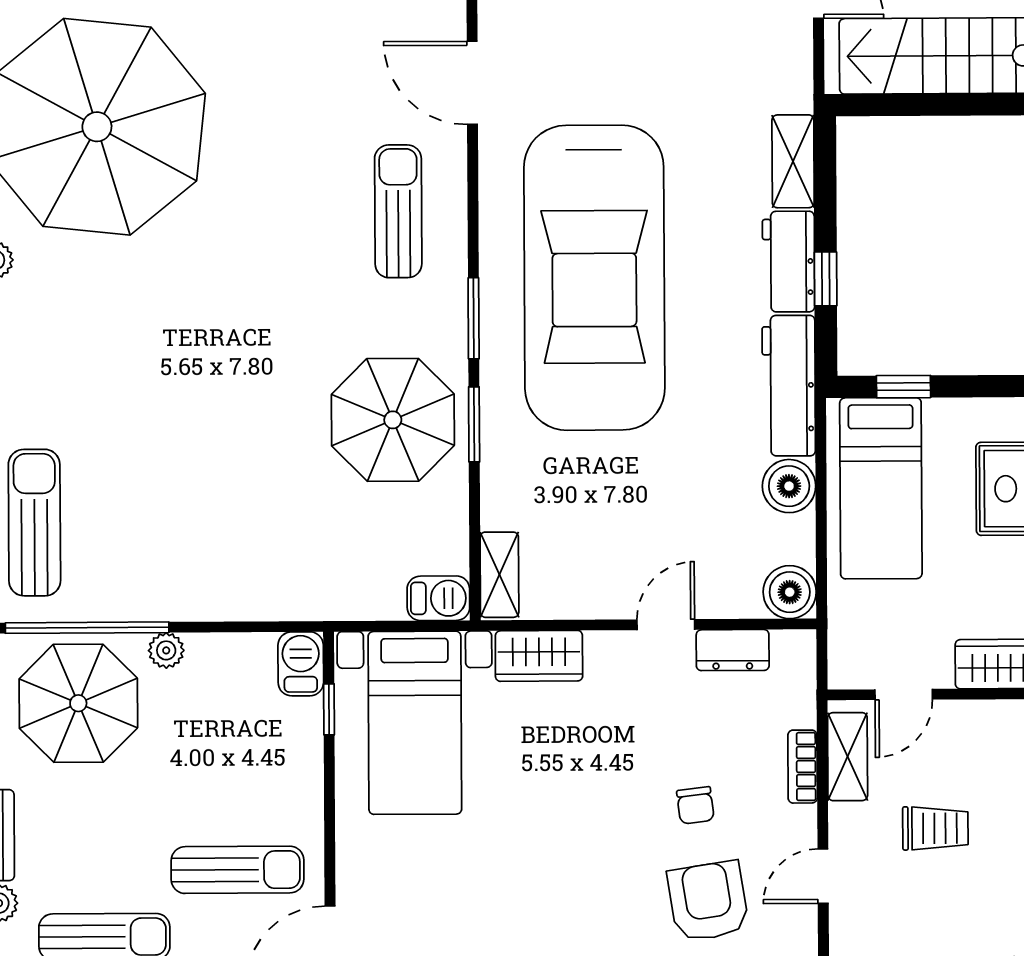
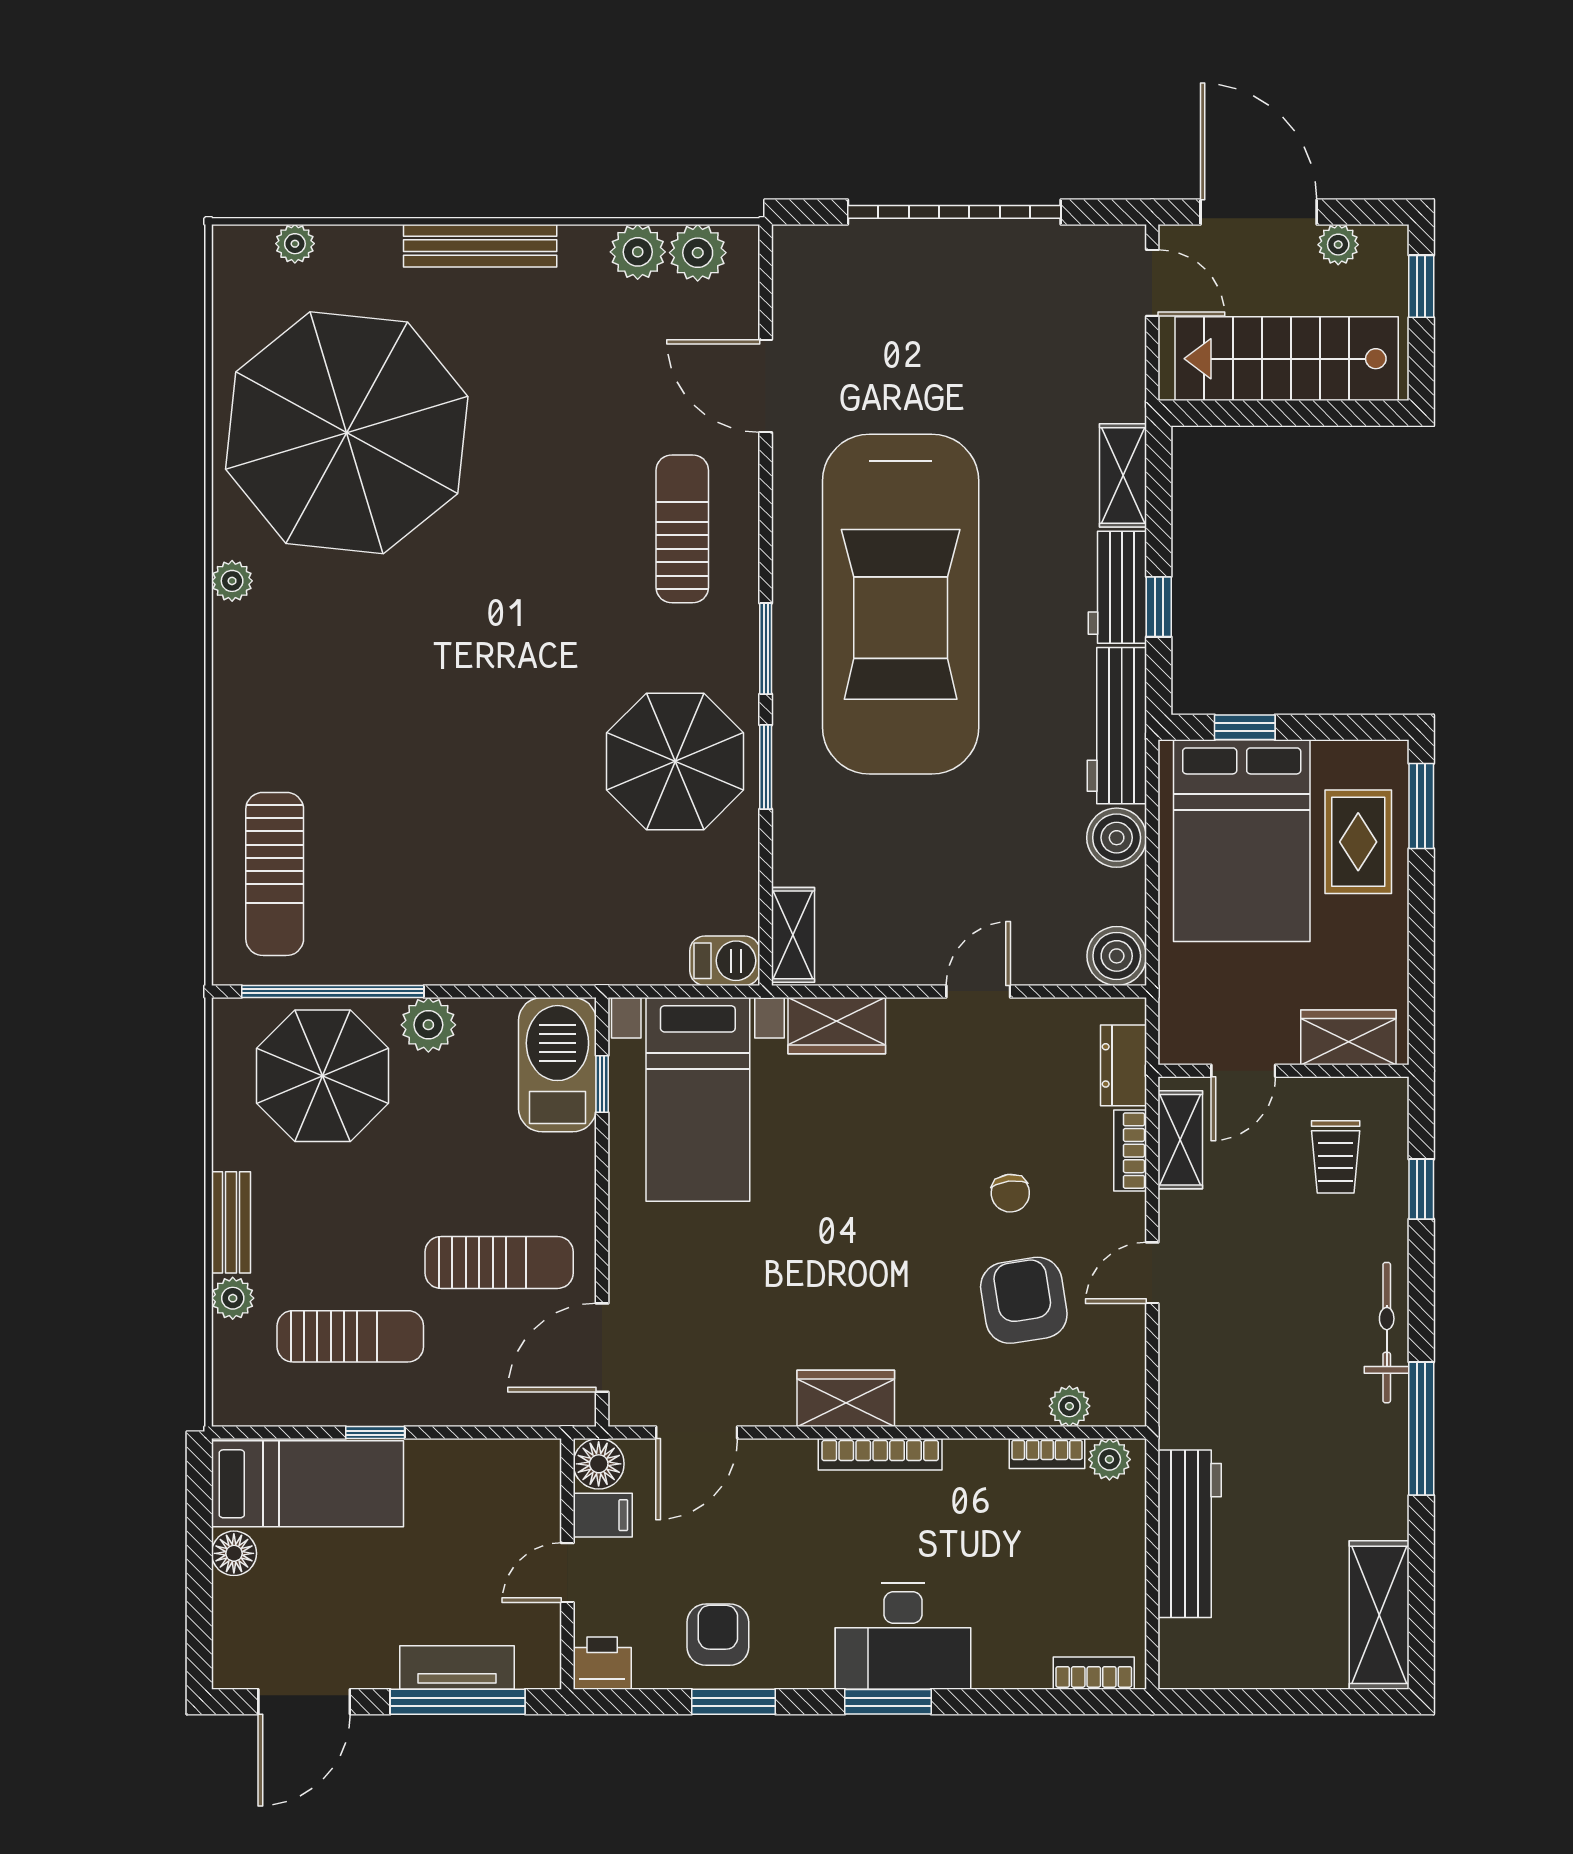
bed: (881, 488) -> (1242, 841), width x1.50
sun lounger: (34, 523) -> (275, 874), turned 180
plant: (166, 650) -> (428, 1025), width x1.38, depth x1.38
dresser: (733, 650) -> (1123, 1065), moved, turned 90
barbecue: (301, 664) -> (557, 1065), width x1.88, depth x1.53
trolley: (935, 828) -> (1336, 1157), moved, turned 90

